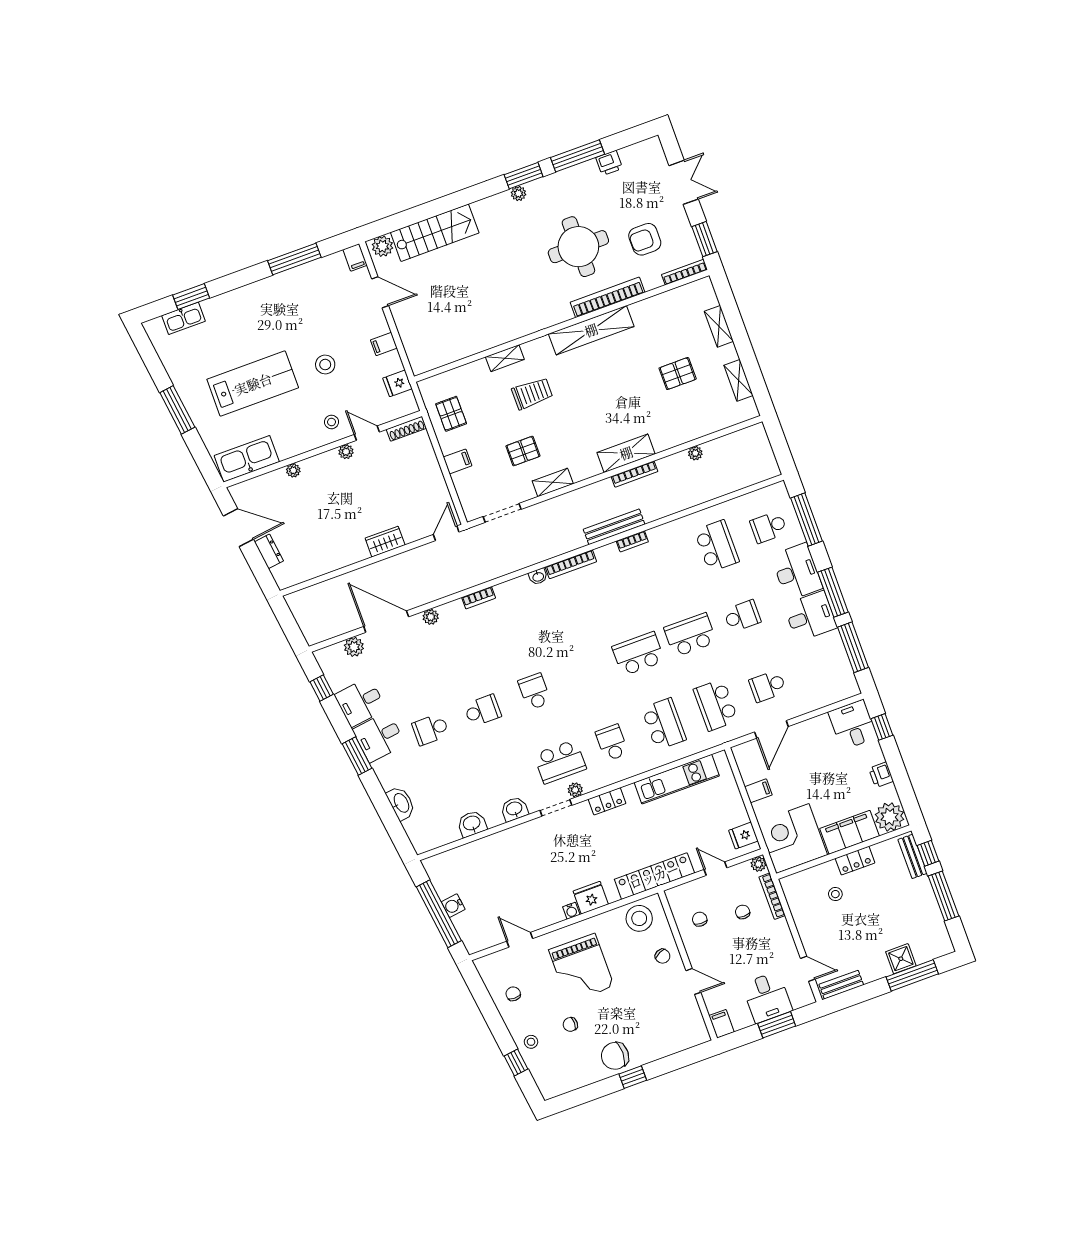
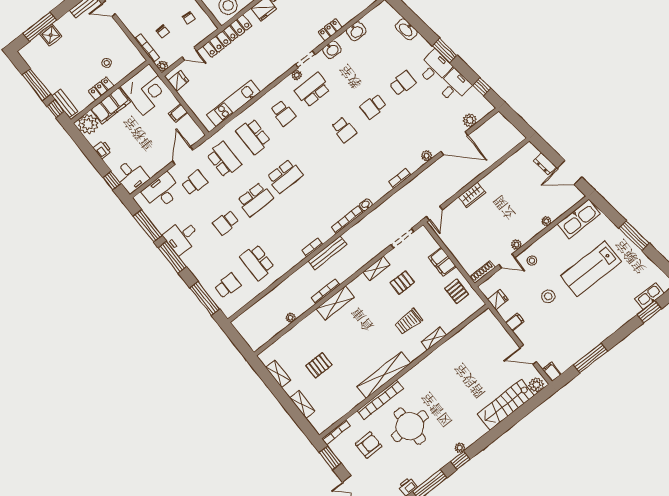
window: (524, 176) -> (460, 460), width x0.67
filing cabinet: (458, 461) -> (442, 262), width x2.00
desk: (797, 572) -> (162, 191), moved, turned 90
locker: (607, 801) -> (330, 30), moved

